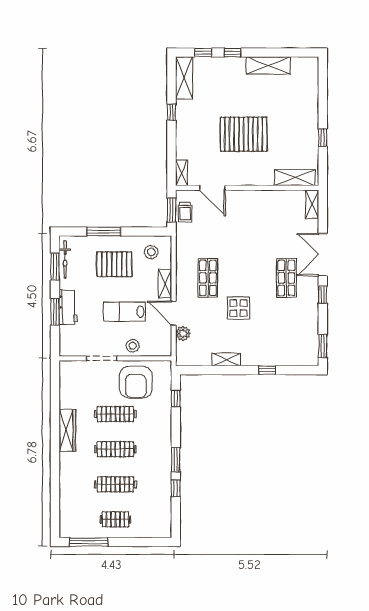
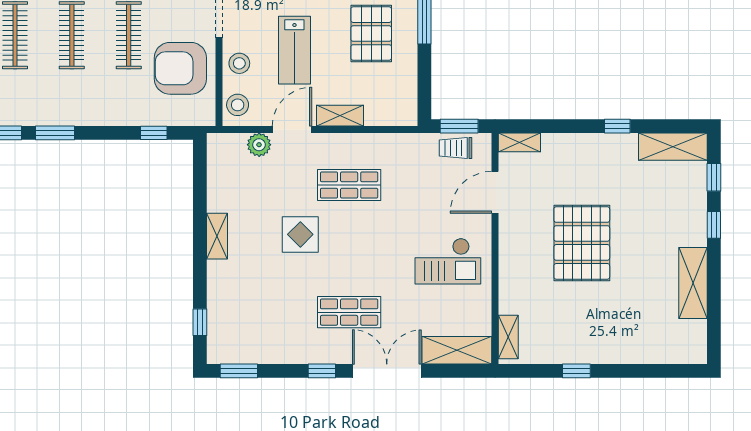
shelving: (295, 178) -> (508, 337), width x0.67, depth x0.75
shelving: (312, 204) -> (457, 350), width x1.50, depth x1.33
checkout: (255, 217) -> (448, 261), added
stool: (151, 252) -> (238, 105), moved
lab bench: (125, 312) -> (294, 50), turned 180
shelving: (226, 360) -> (217, 236), moved
window: (267, 370) -> (200, 322), moved

